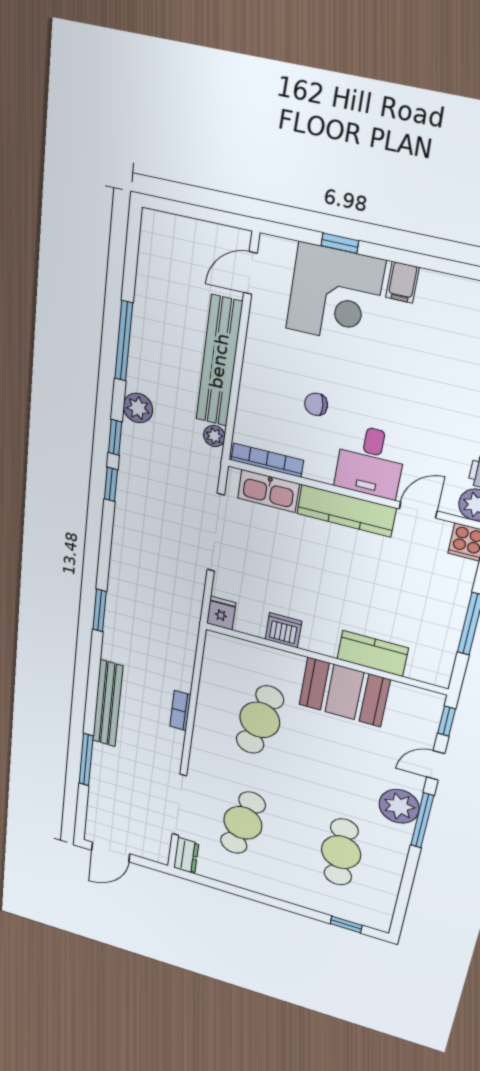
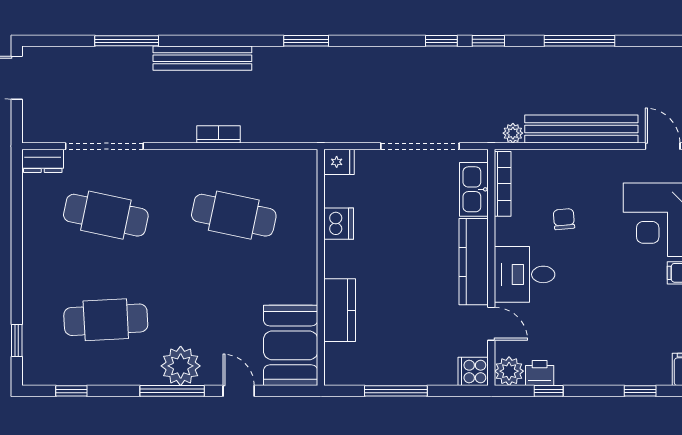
plant: (138, 408) -> (521, 60), removed
booth: (344, 692) -> (291, 345), moved
window: (447, 721) -> (71, 391), moved

